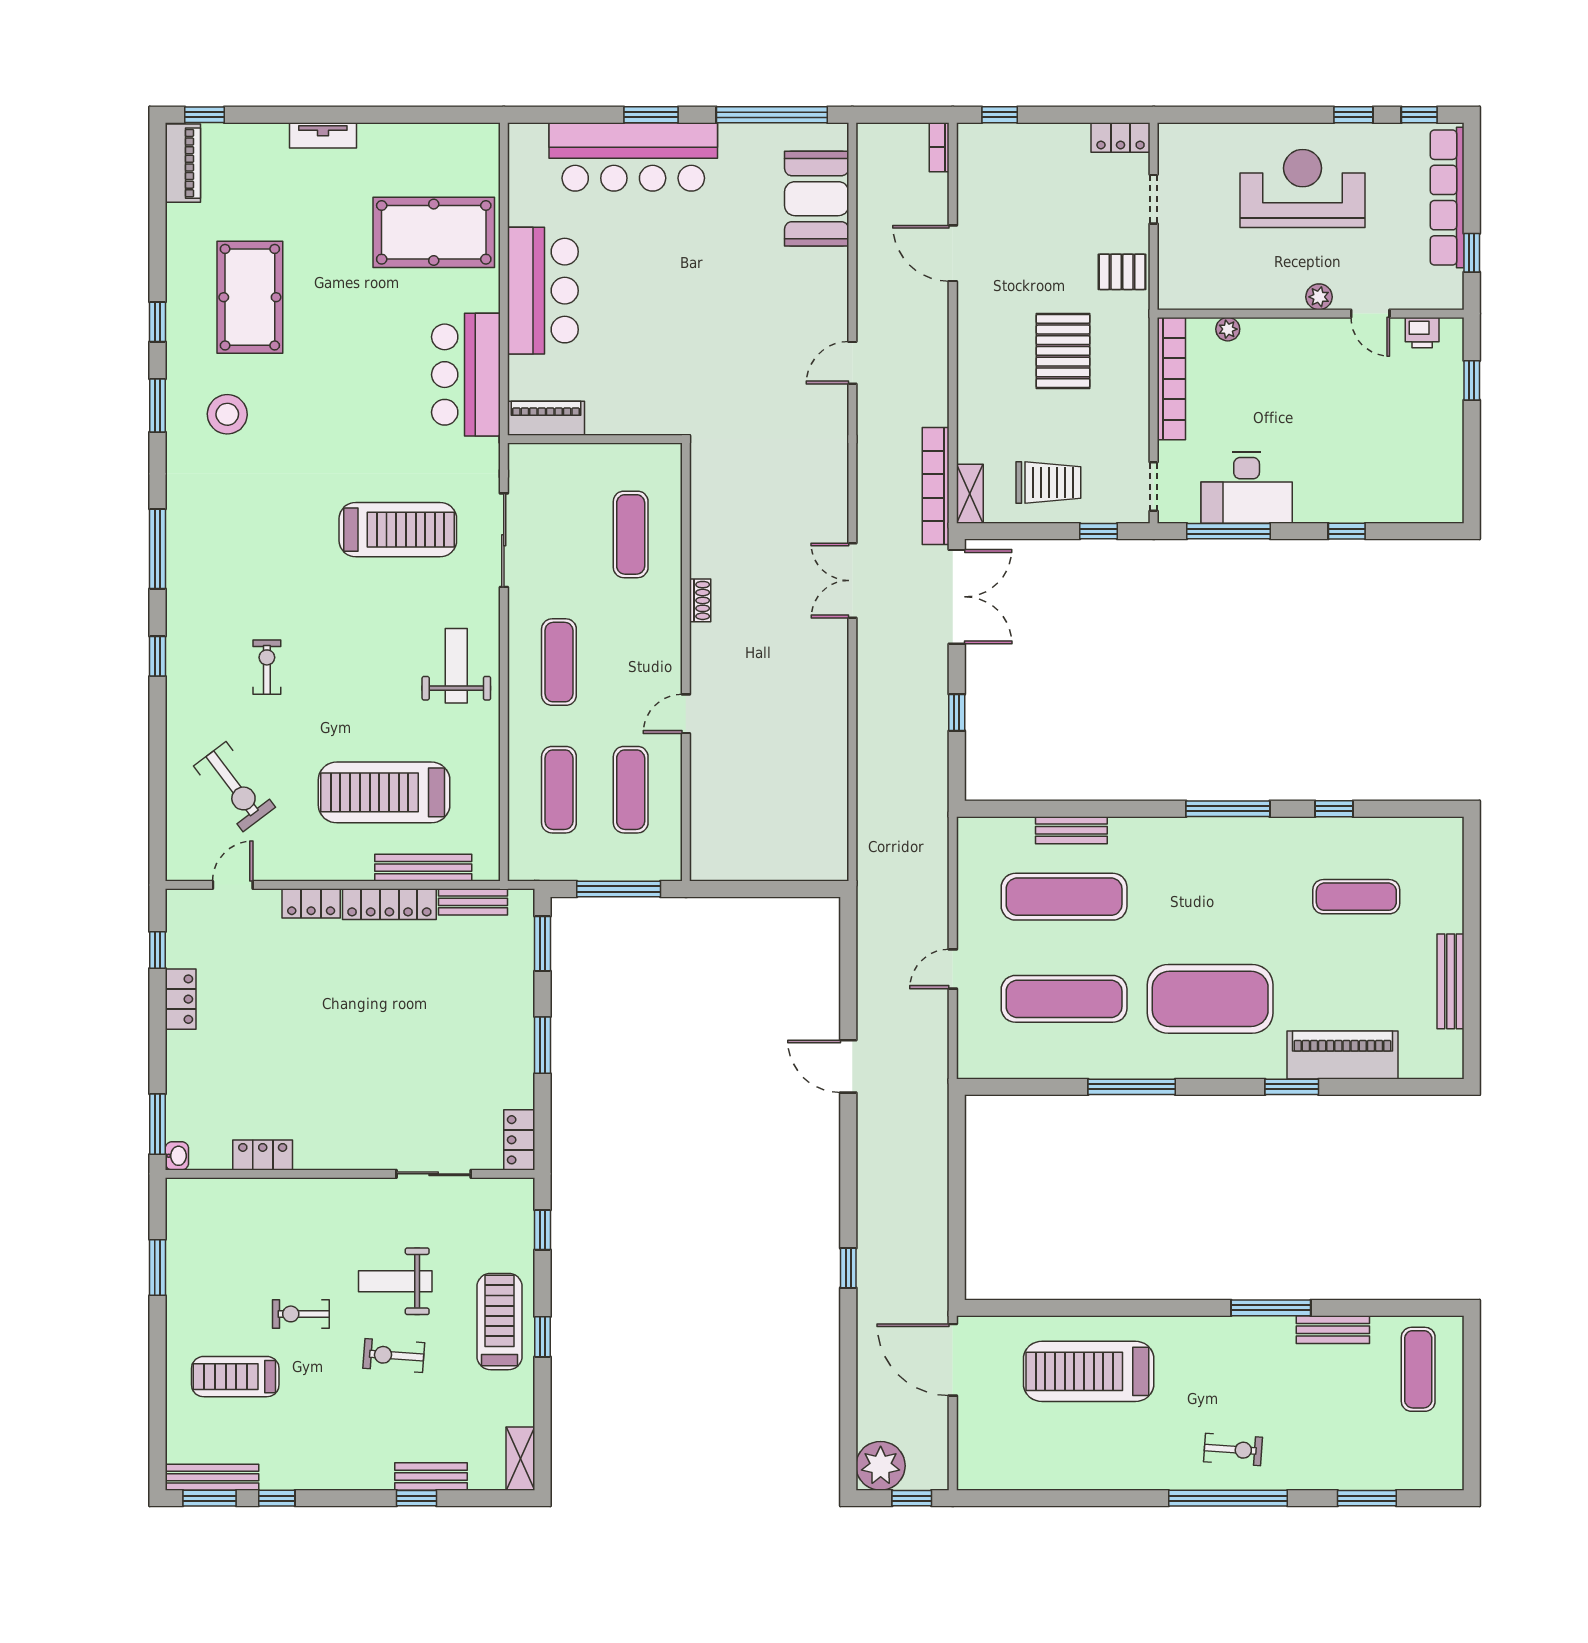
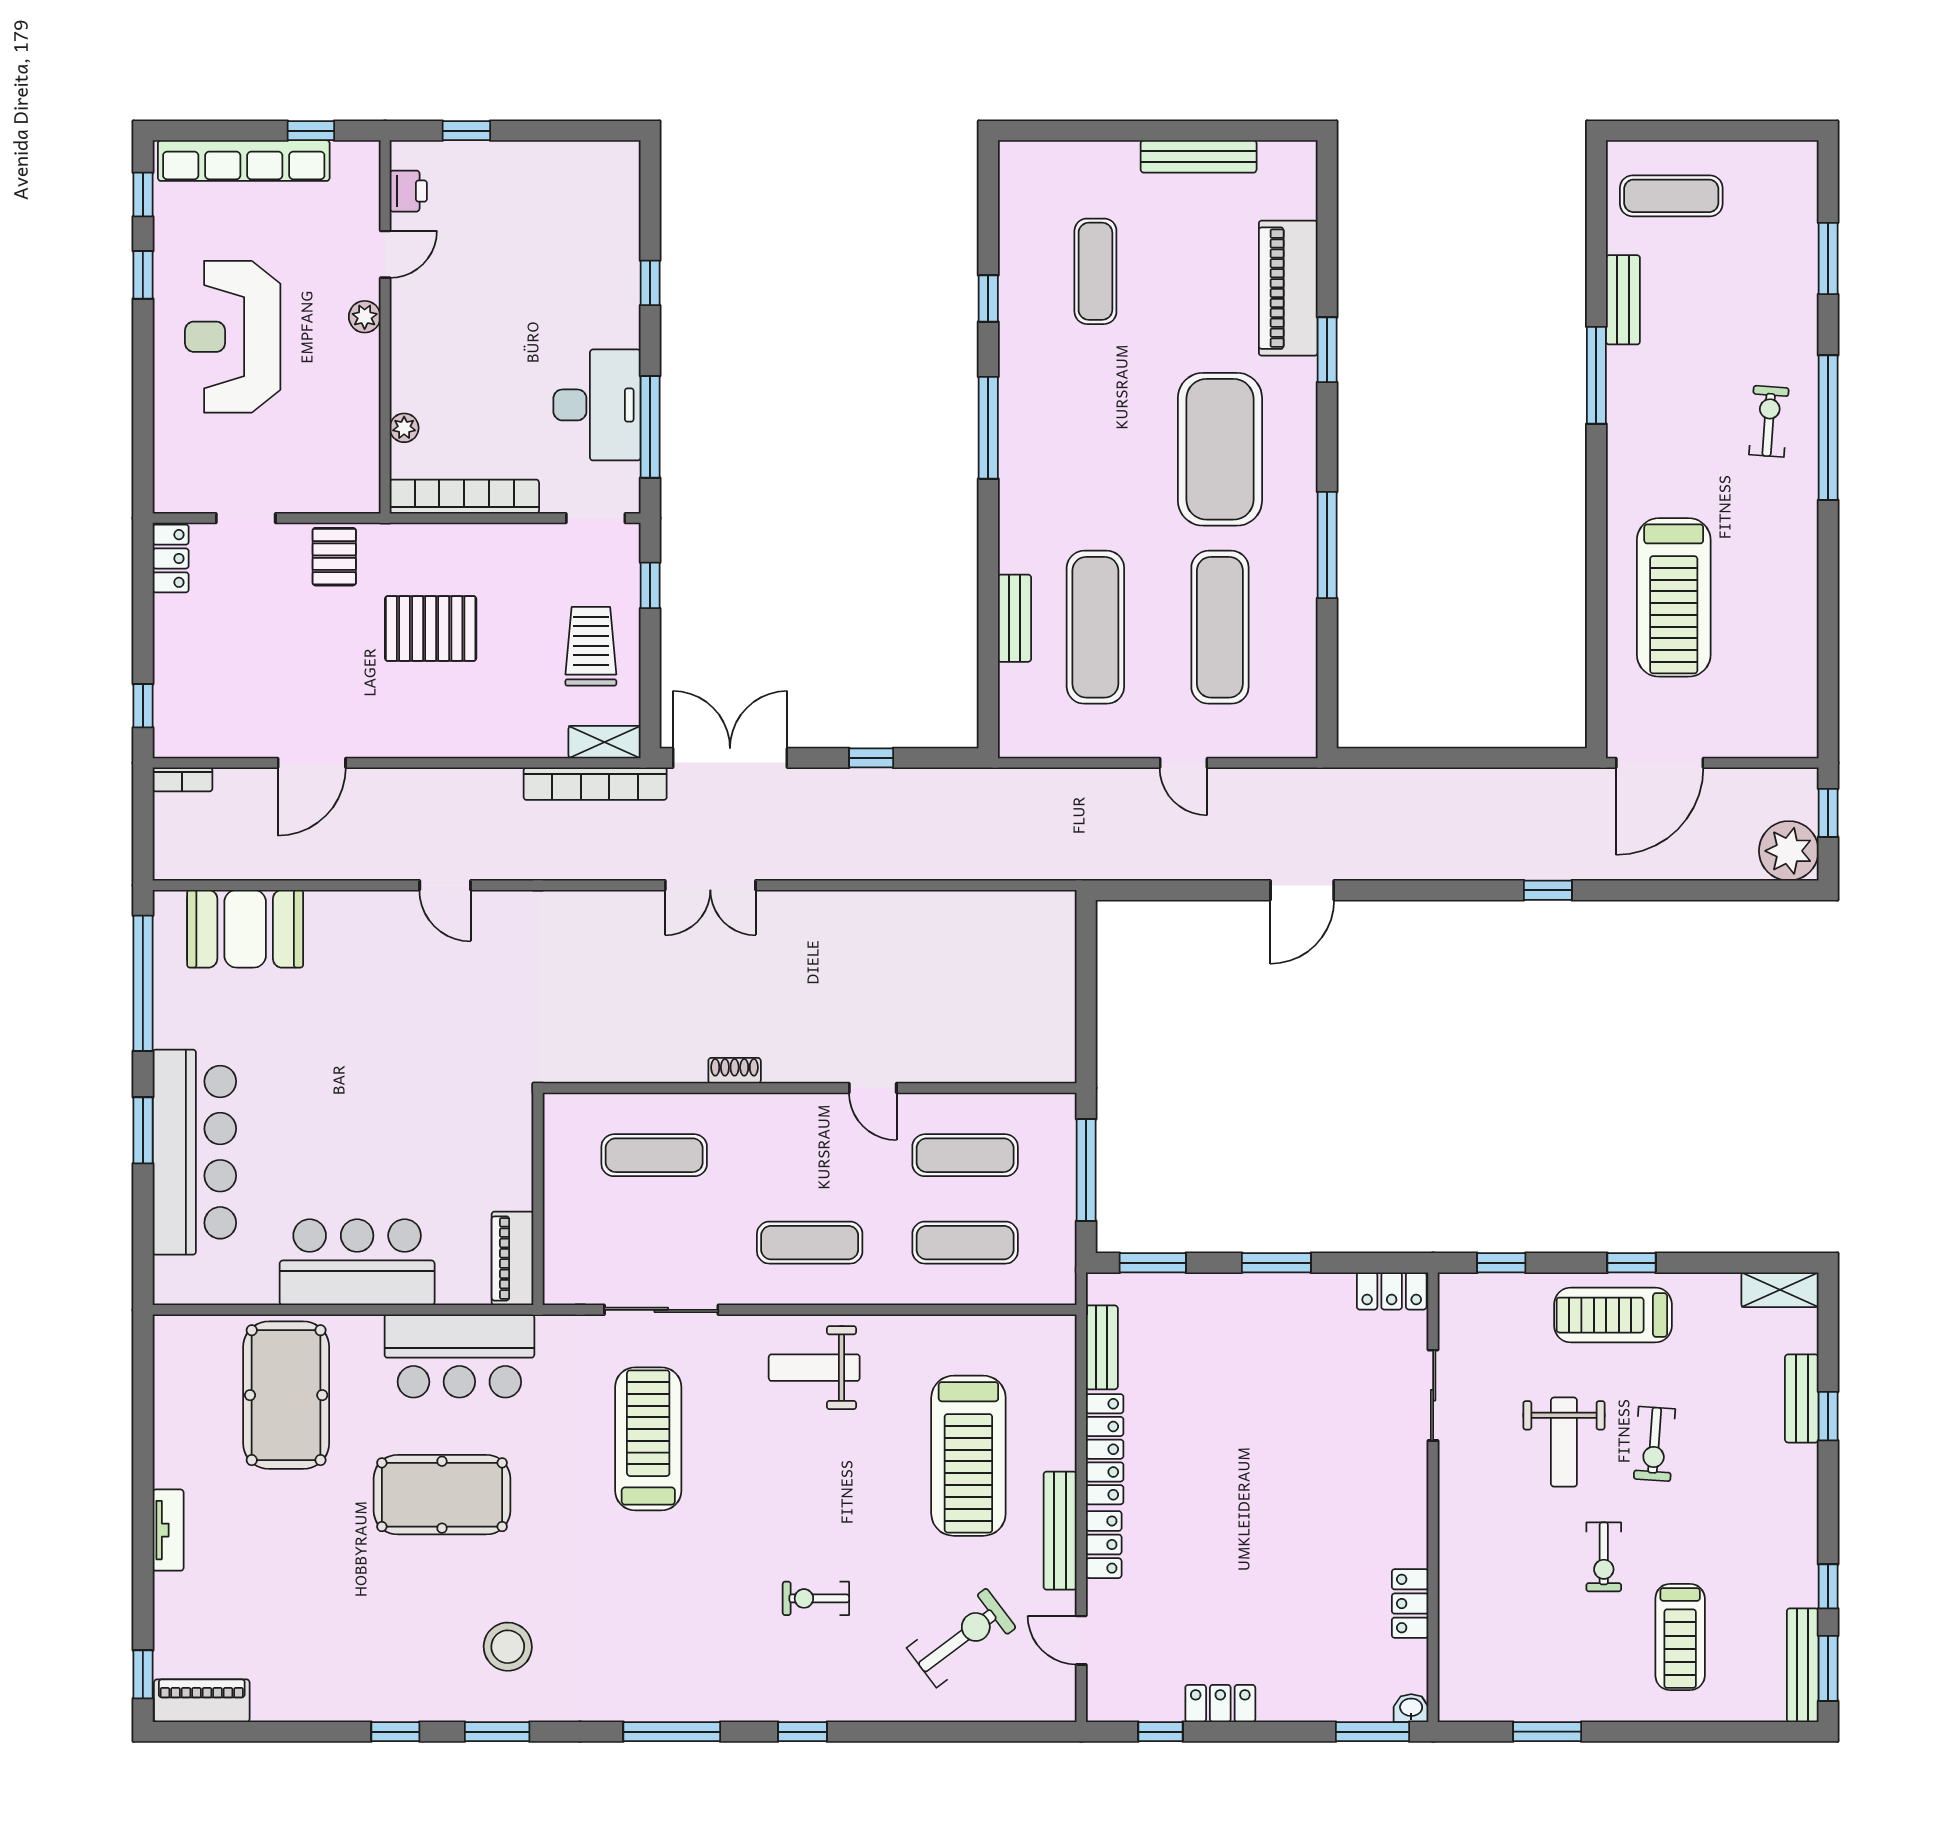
pool table: (250, 297) -> (442, 1495), moved
bench: (423, 868) -> (1060, 1531), moved

